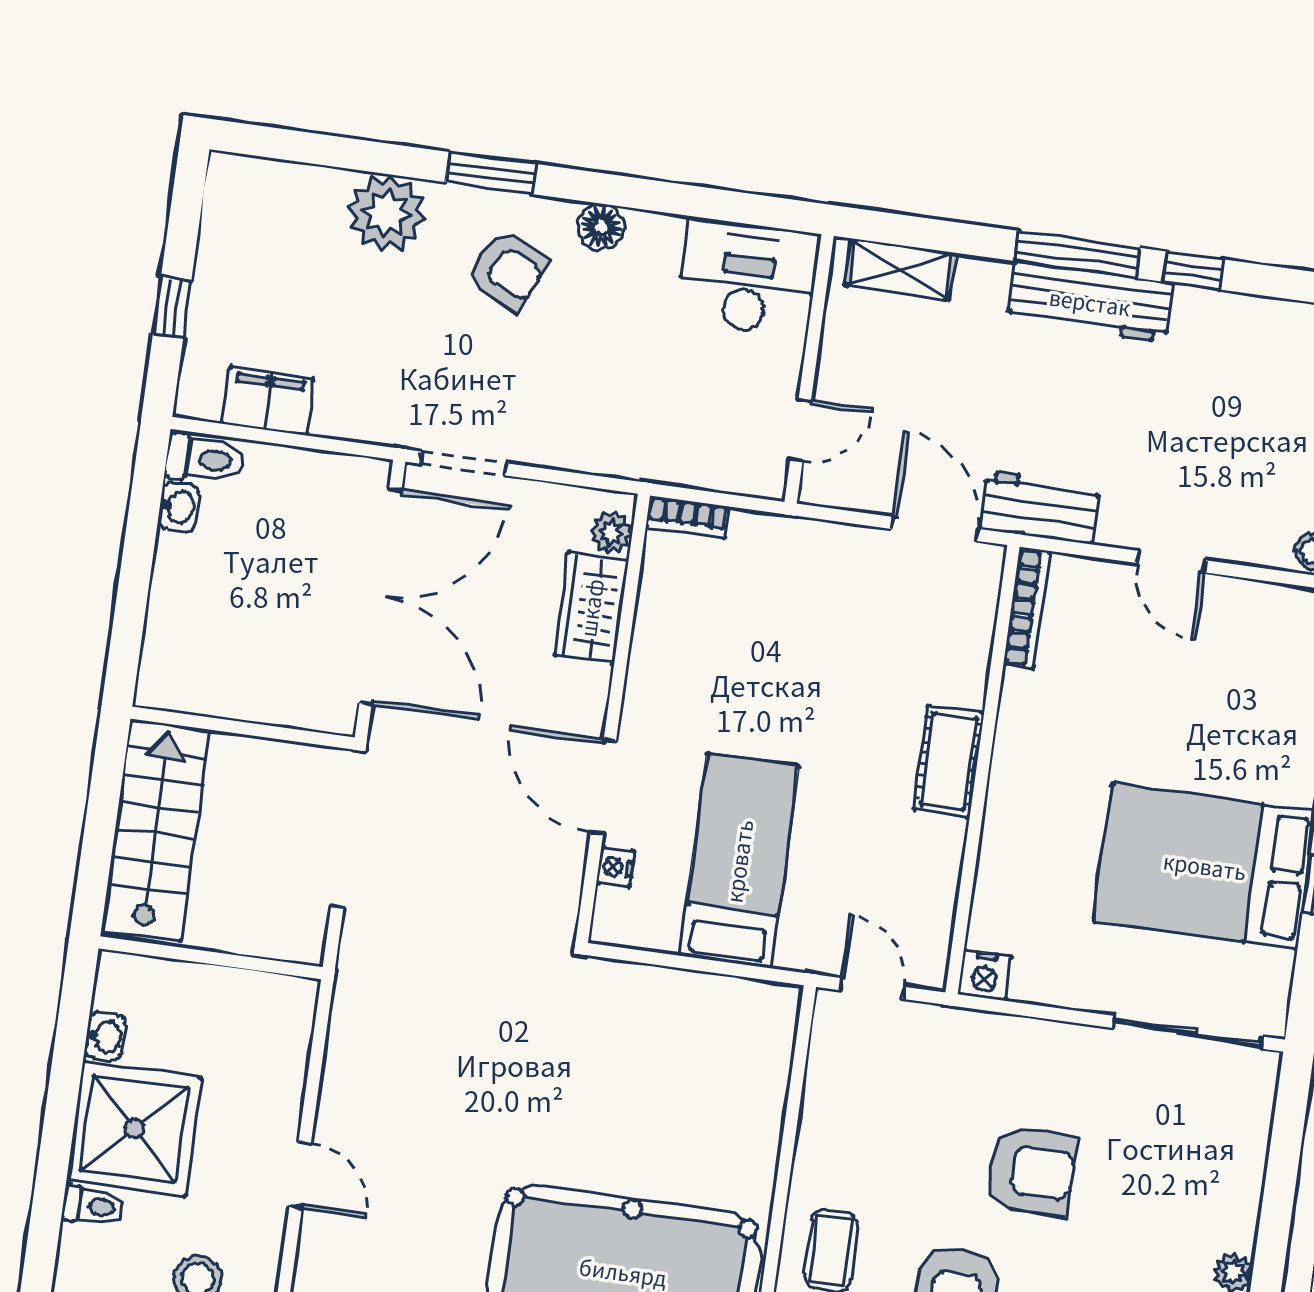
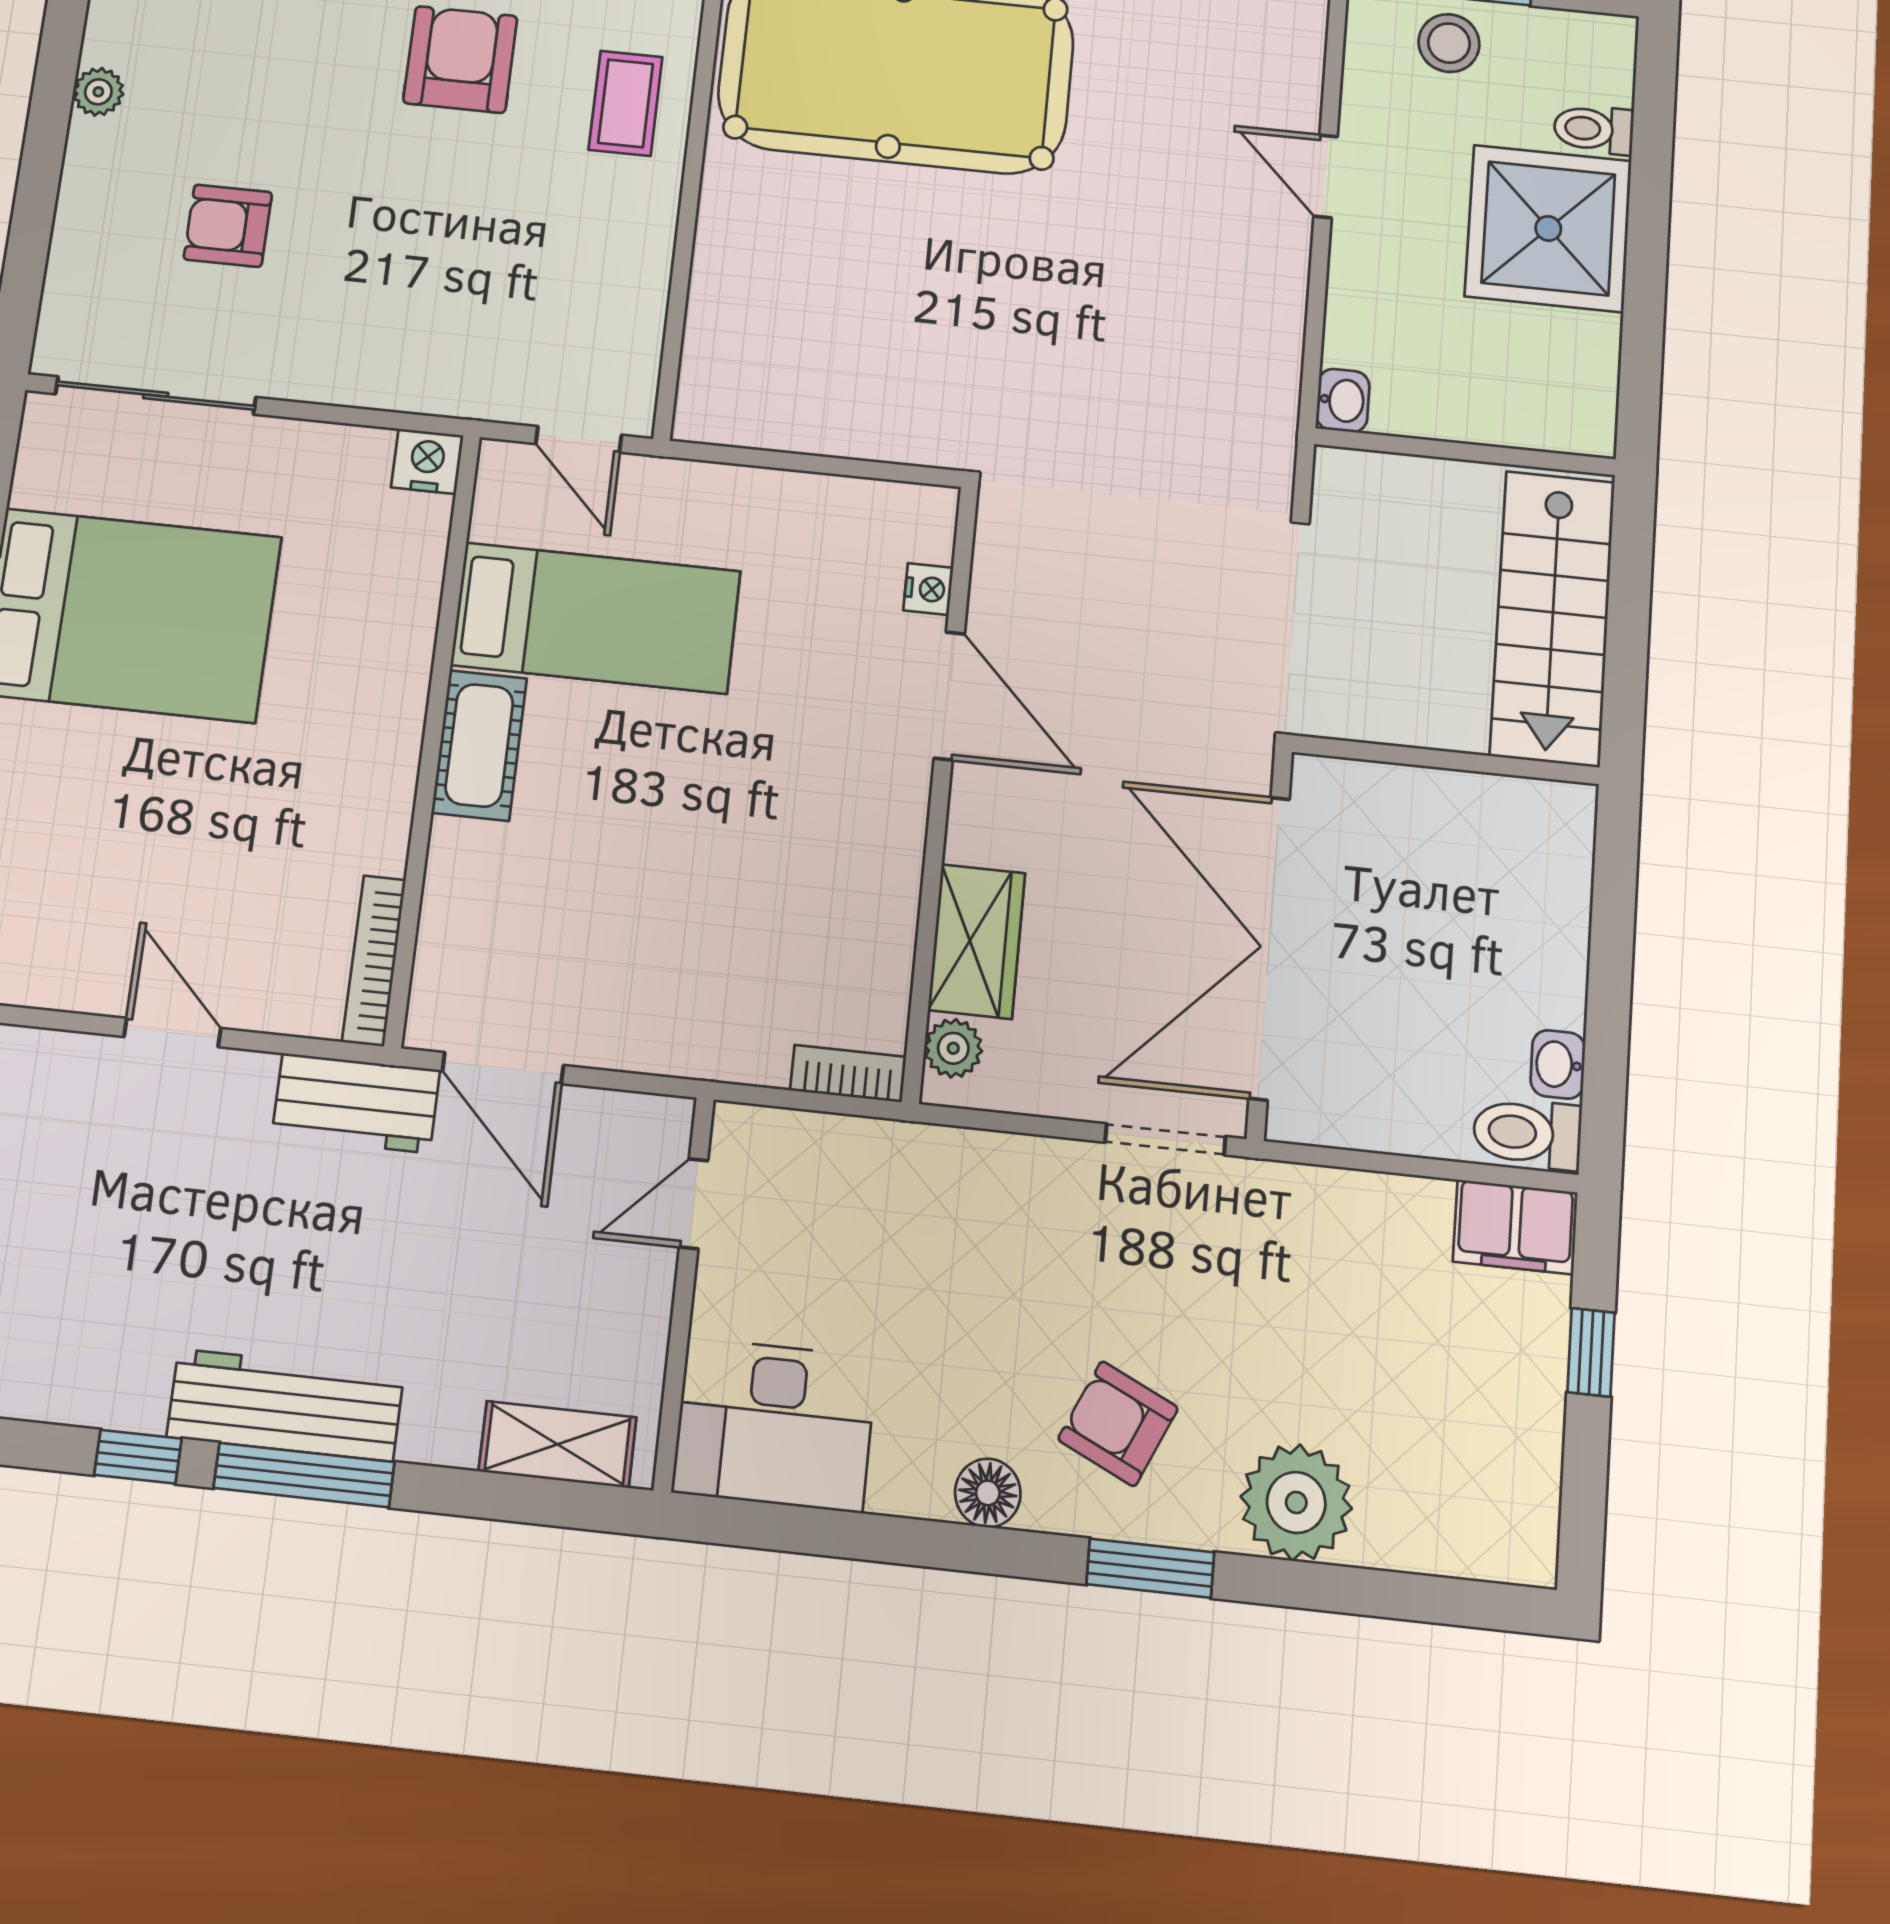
filing cabinet: (268, 401) -> (1515, 1227), moved
bed: (739, 861) -> (596, 618), moved, turned -90
washbasin: (105, 1036) -> (1343, 400), moved, turned 180
armchair: (1031, 1171) -> (228, 226), moved, width x0.72, depth x0.72

